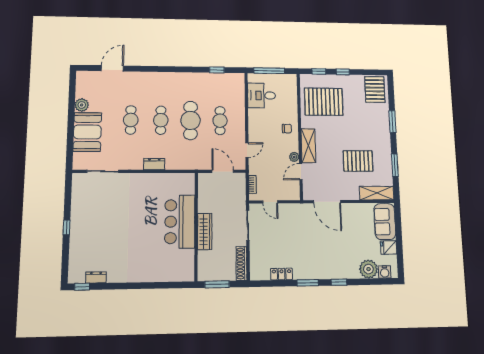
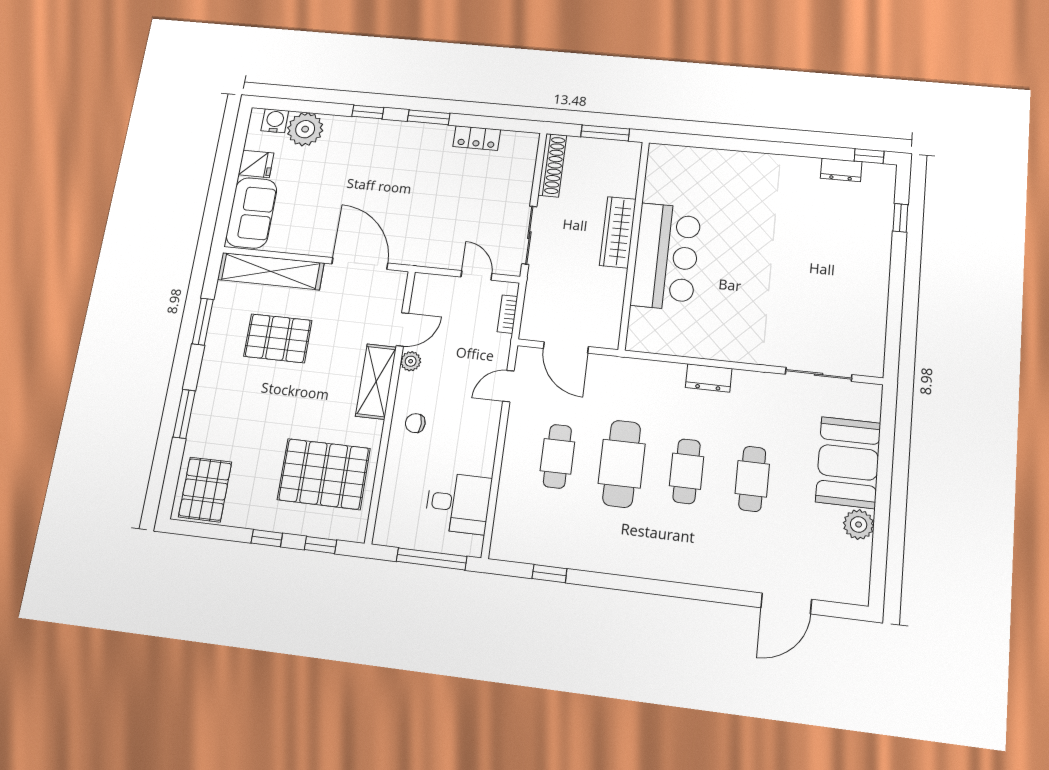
shelving: (377, 193) -> (271, 271), width x1.47
window: (67, 227) -> (900, 218), moved

